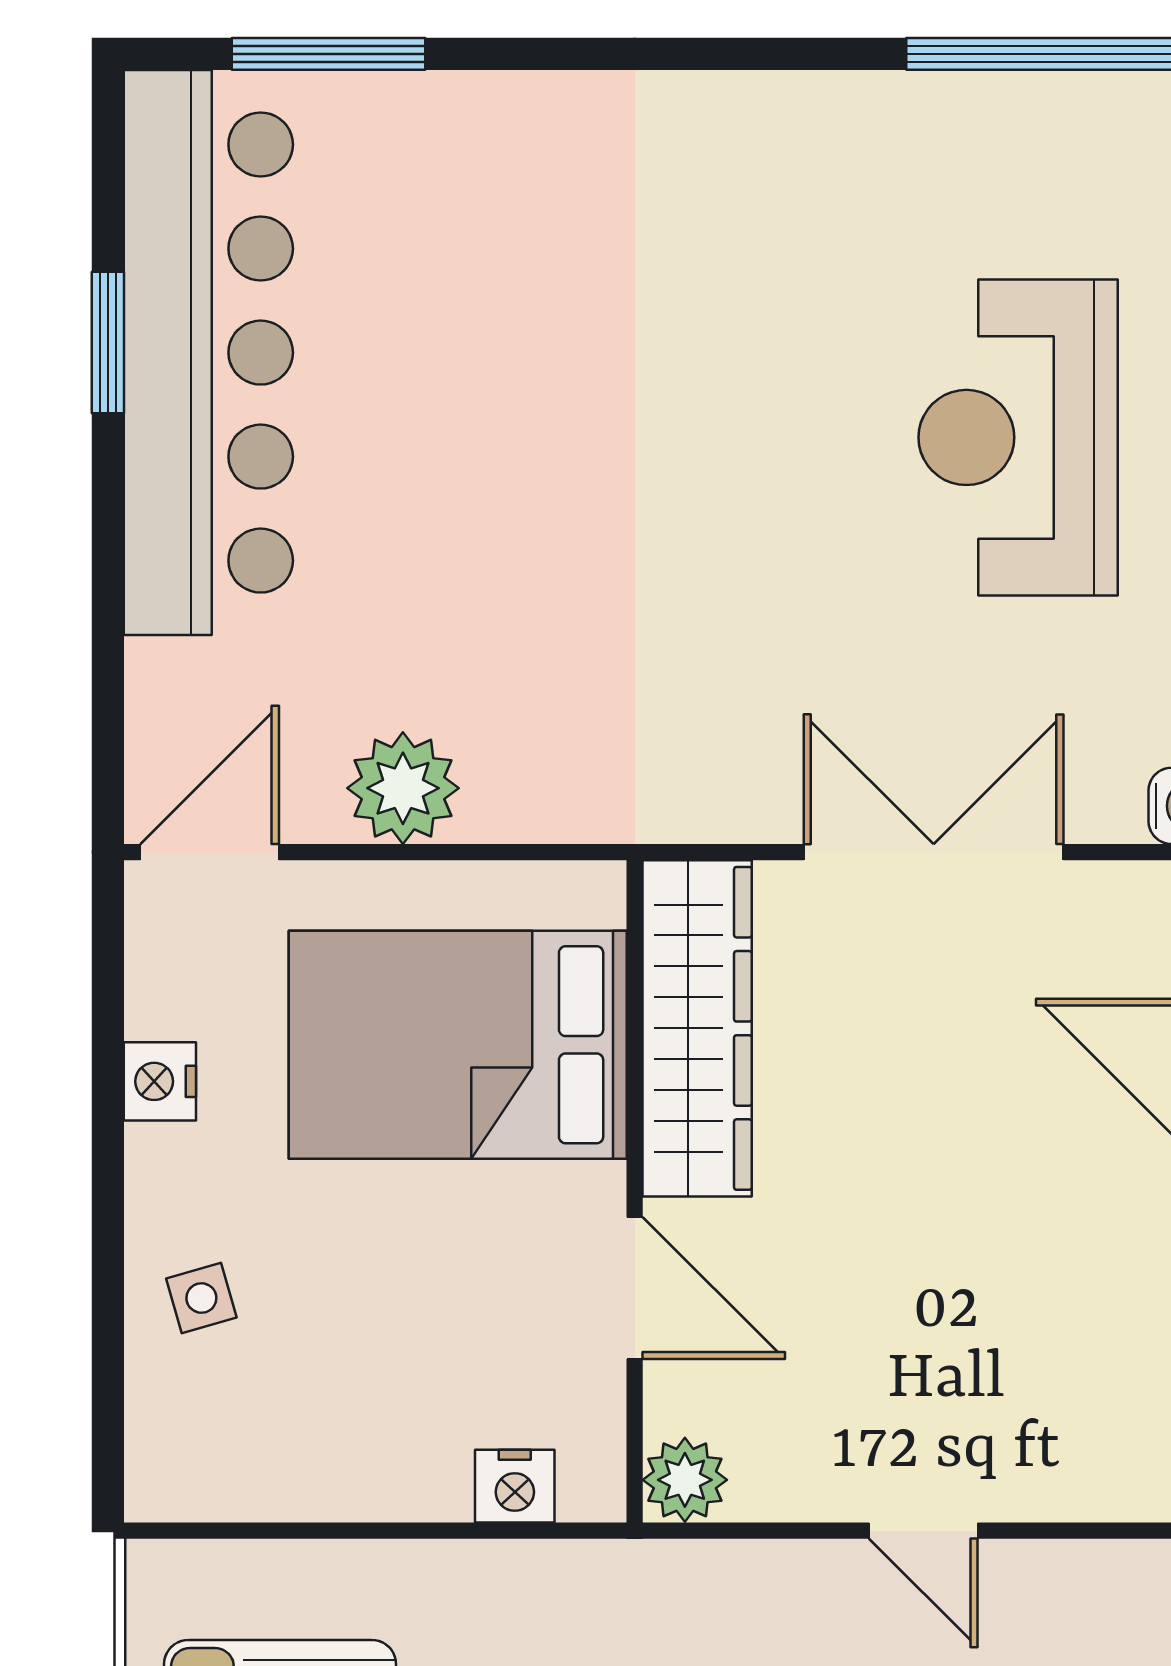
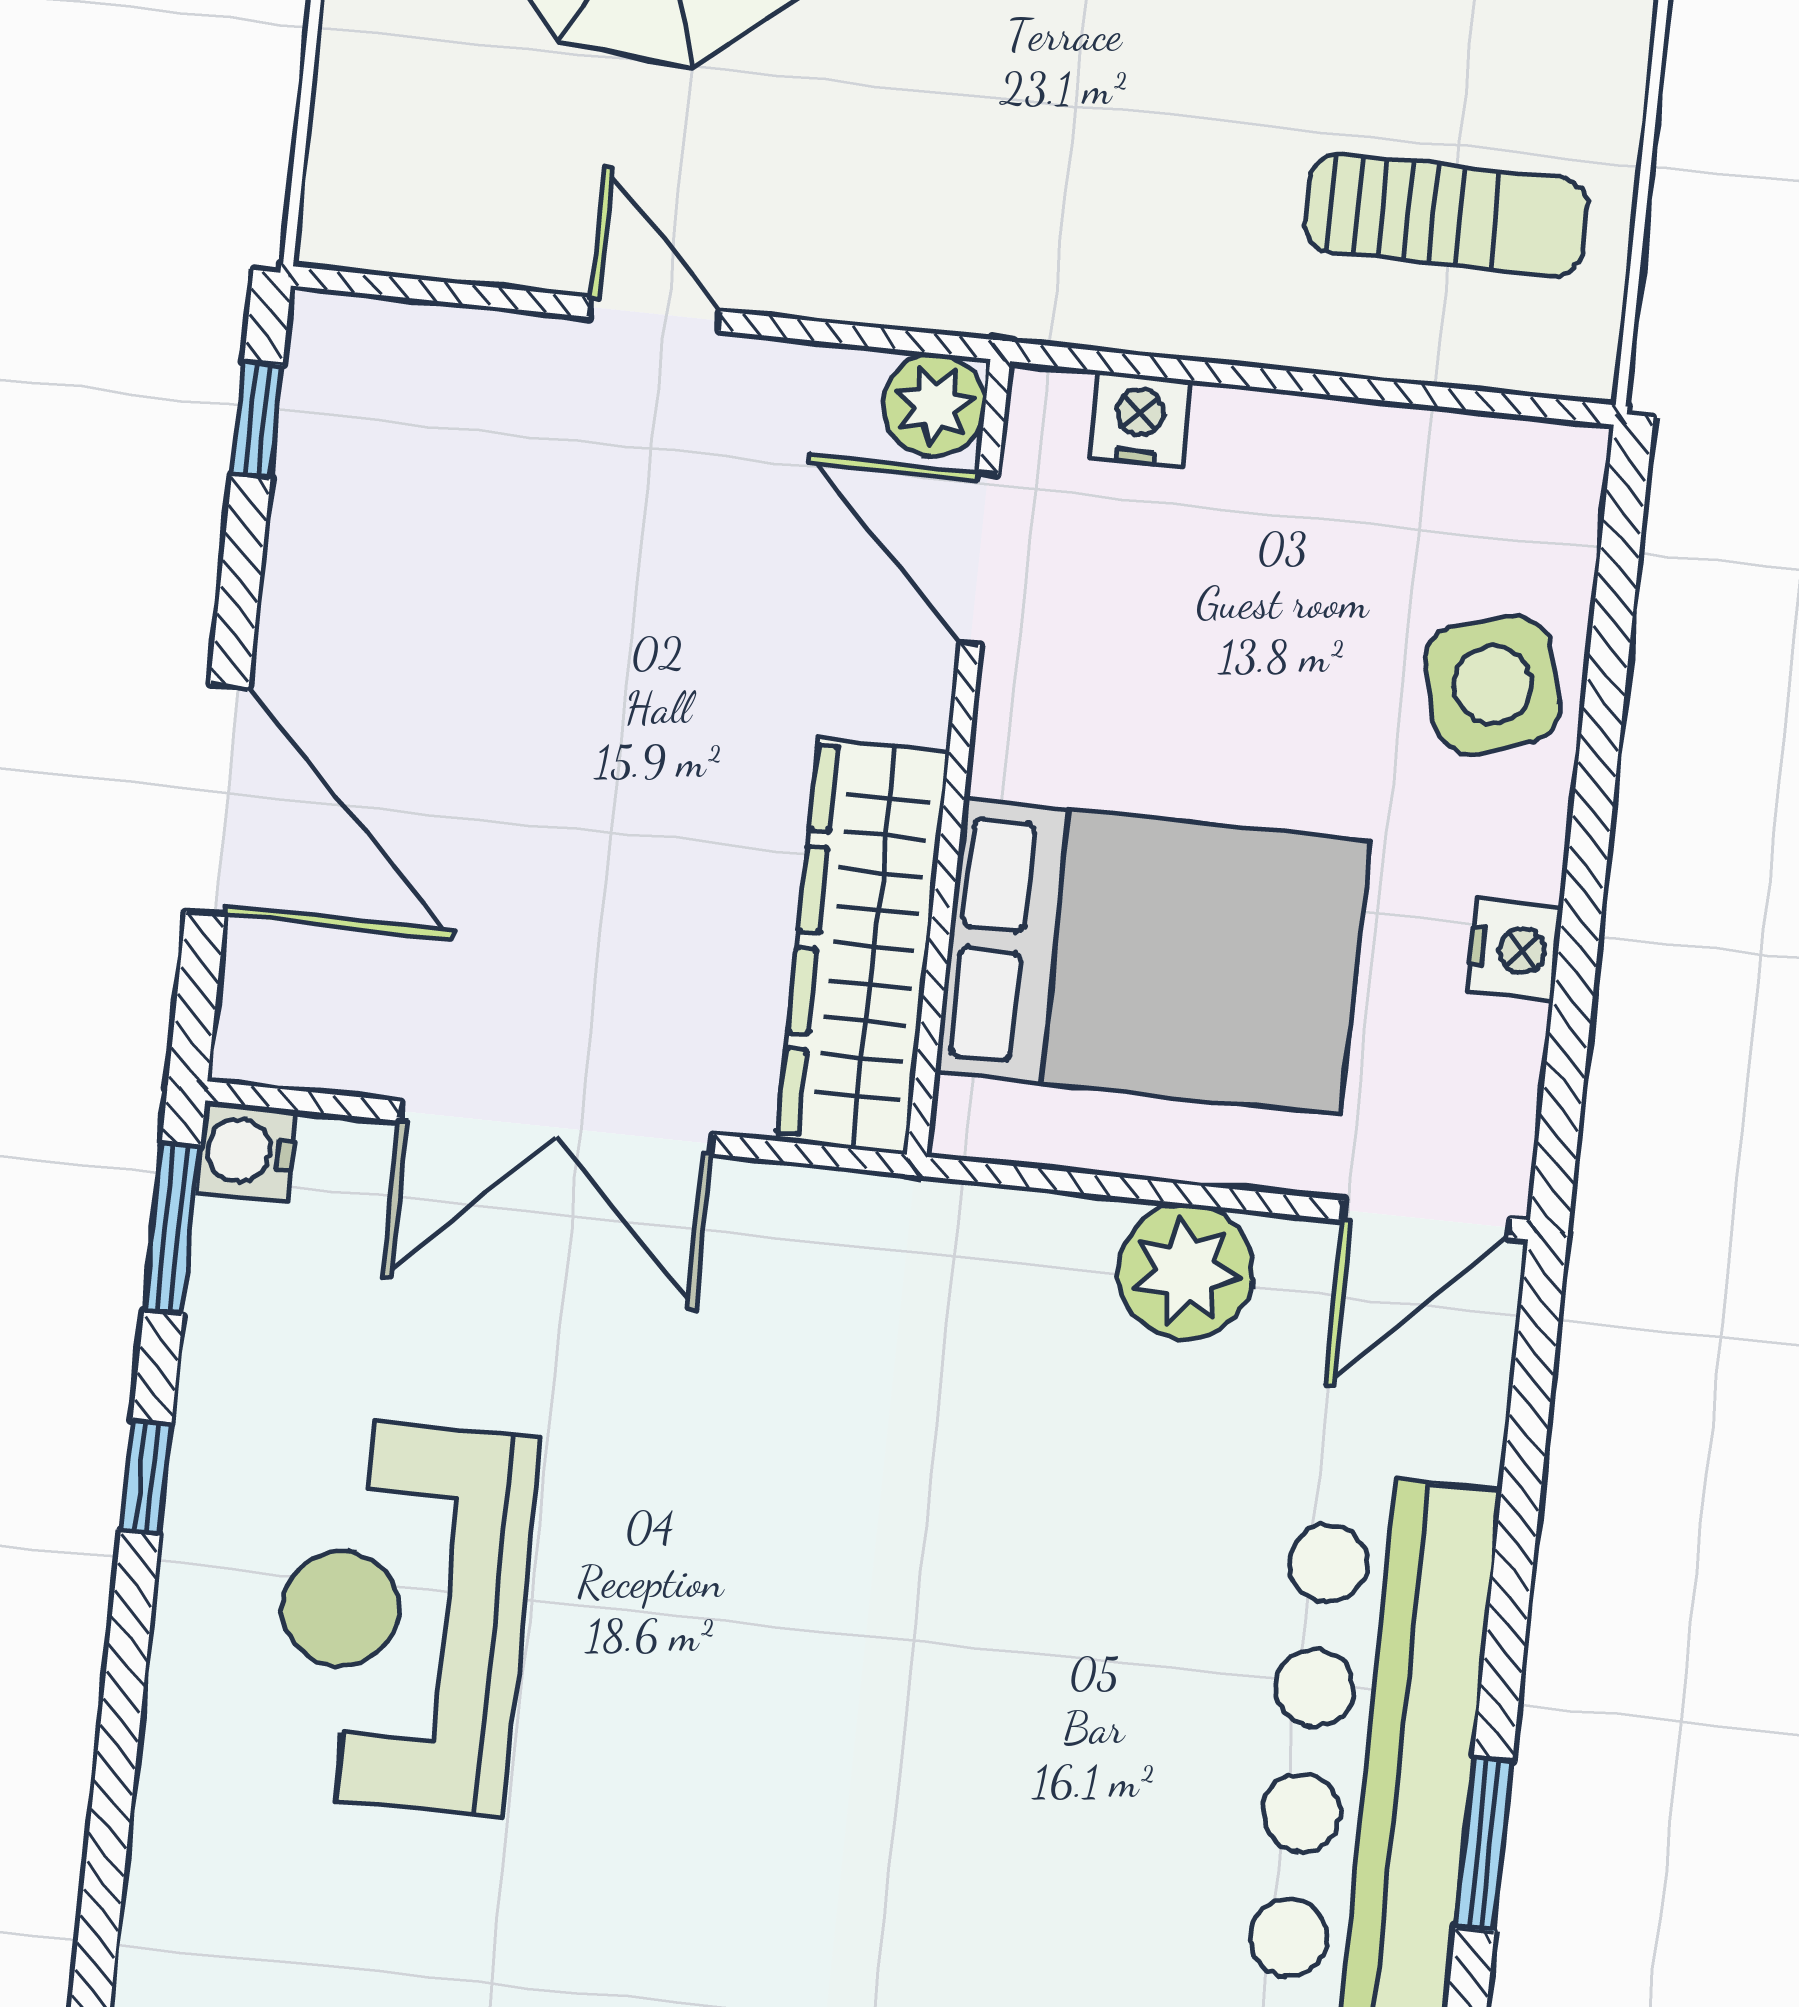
reception desk: (1018, 437) -> (403, 1615), turned 180
door: (635, 1288) -> (979, 559), moved
side table: (201, 1298) -> (1492, 685), width x1.87, depth x1.87

